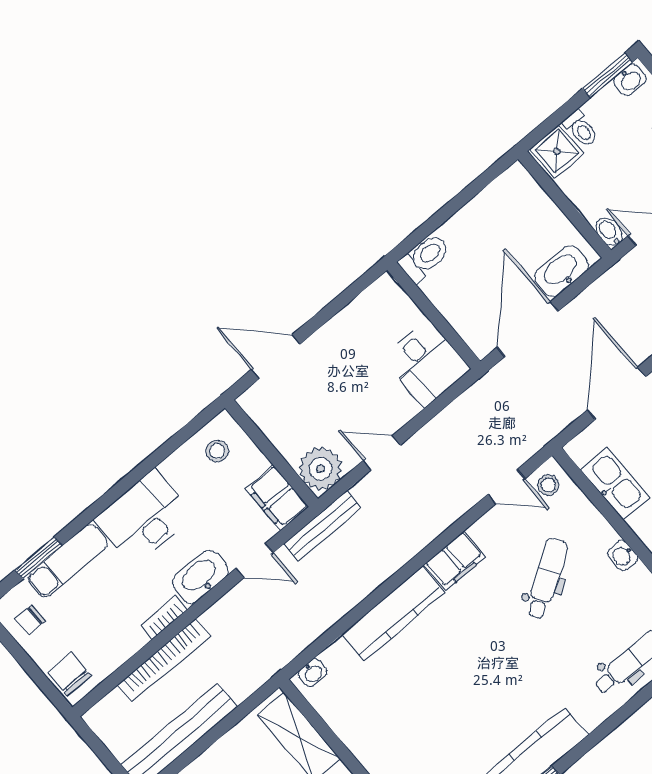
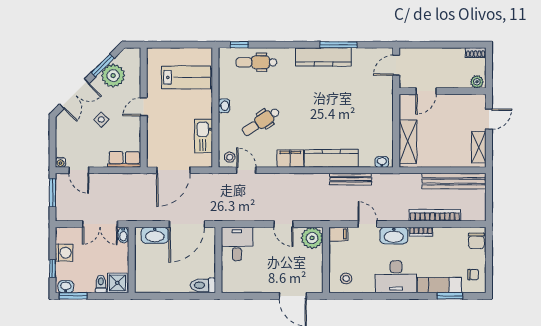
filing cabinet: (277, 498) -> (338, 234), width x0.50
bench: (322, 526) -> (351, 179), moved

